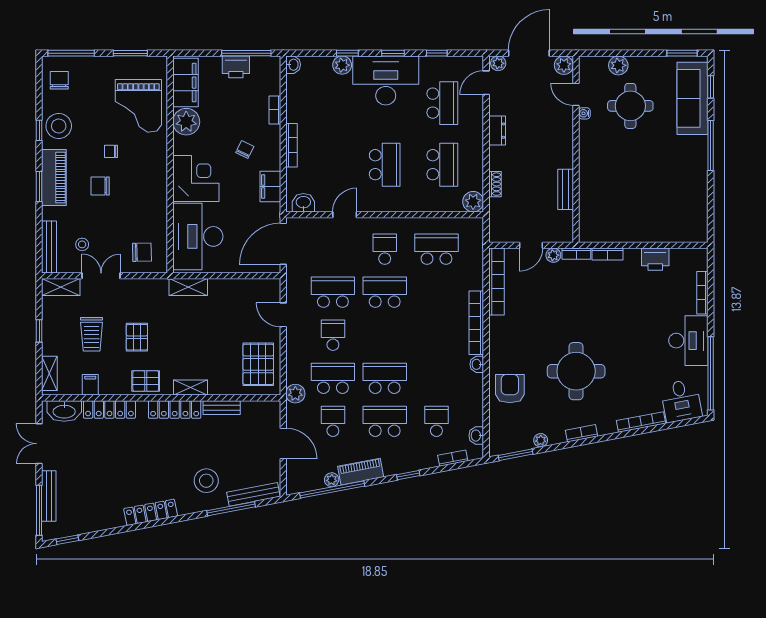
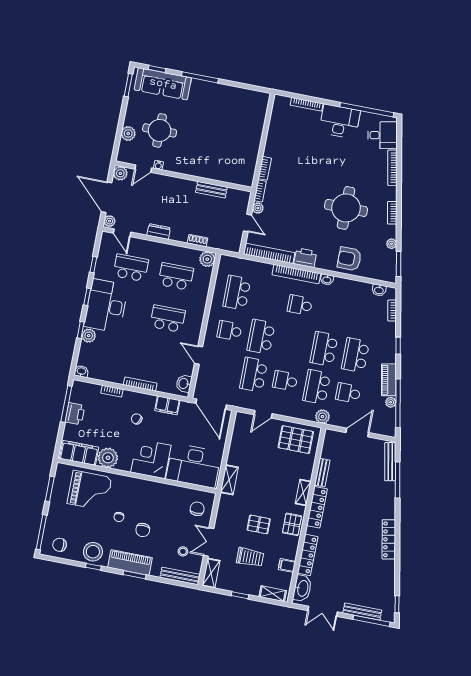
printer: (655, 259) -> (305, 258), moved, turned -90
school desk: (436, 421) -> (300, 305), moved
stool: (206, 481) -> (374, 494), removed

